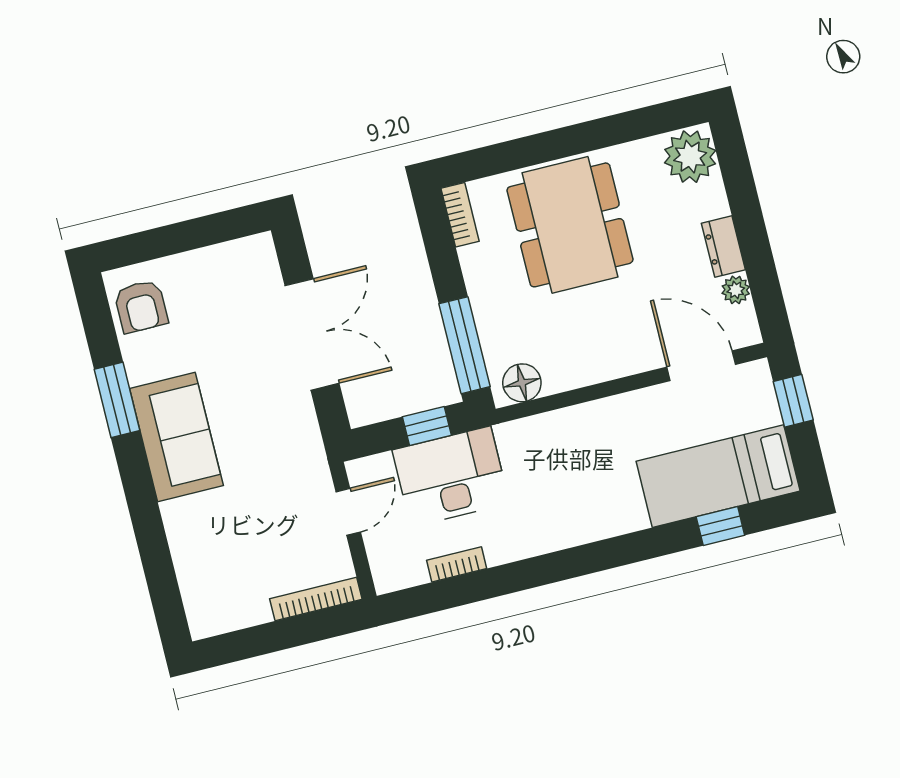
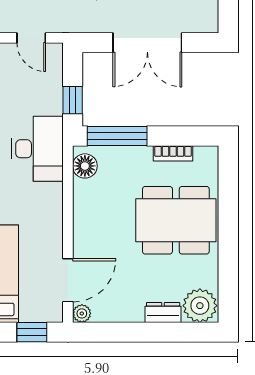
bookcase: (460, 215) -> (173, 153), moved
dresser: (723, 246) -> (163, 313), moved
plant: (736, 290) -> (82, 313), moved
desk: (451, 477) -> (37, 149), moved

